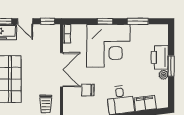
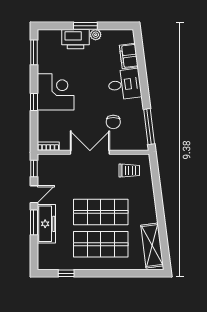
window: (138, 21) -> (34, 52), moved
corner desk: (108, 46) -> (56, 92), width x0.74, depth x0.74

